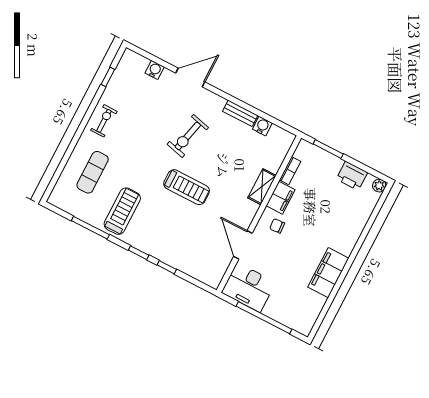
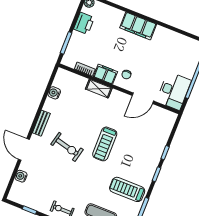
bench: (240, 113) -> (41, 123), moved
treadmill: (187, 187) -> (105, 144), turned 180
filing cabinet: (328, 273) -> (138, 26), moved

